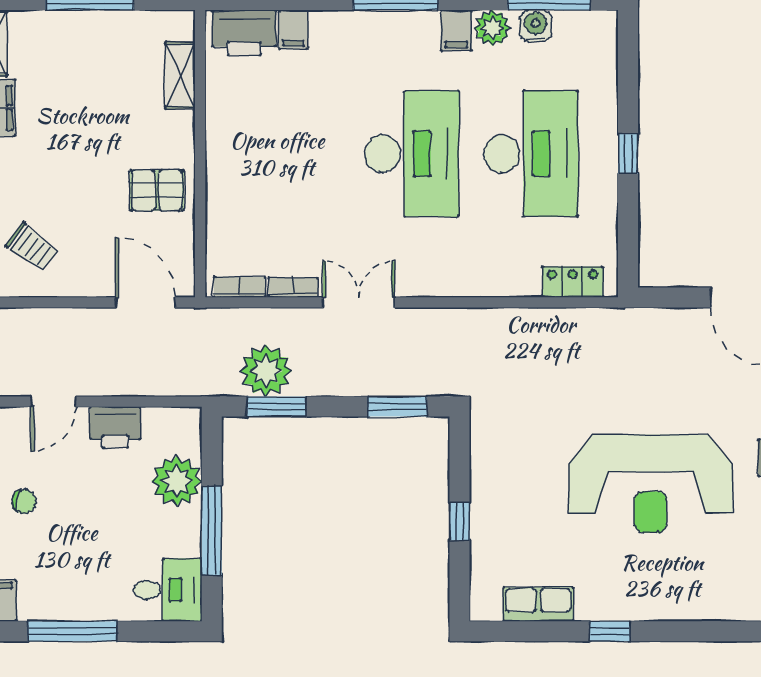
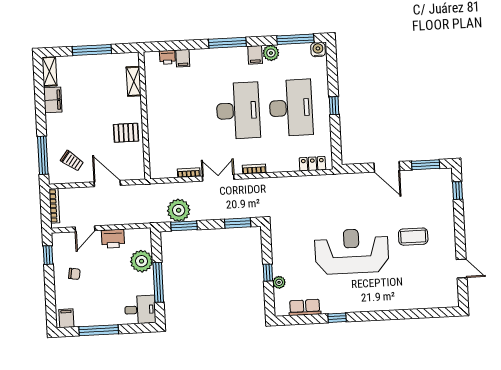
water cooler: (536, 26) -> (318, 50), moved
printer: (244, 33) -> (167, 57), width x0.53, depth x0.68
bookcase: (240, 287) -> (254, 169), moved
door: (146, 302) -> (107, 184), moved
reception desk: (650, 484) -> (352, 251), turned 180
plant: (484, 545) -> (279, 282), added

